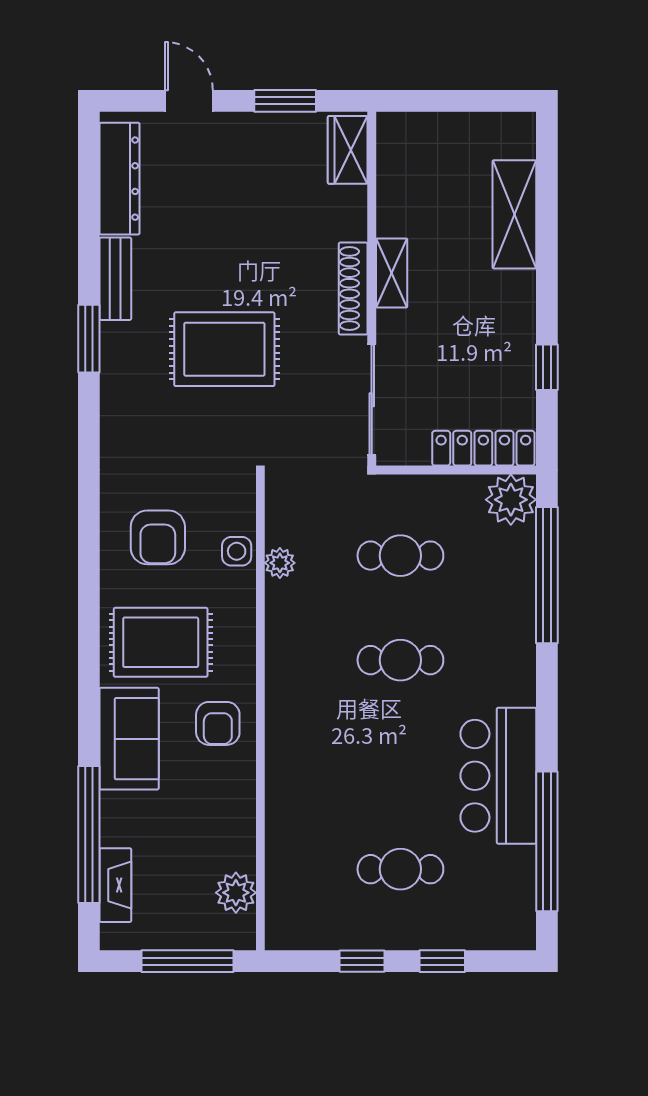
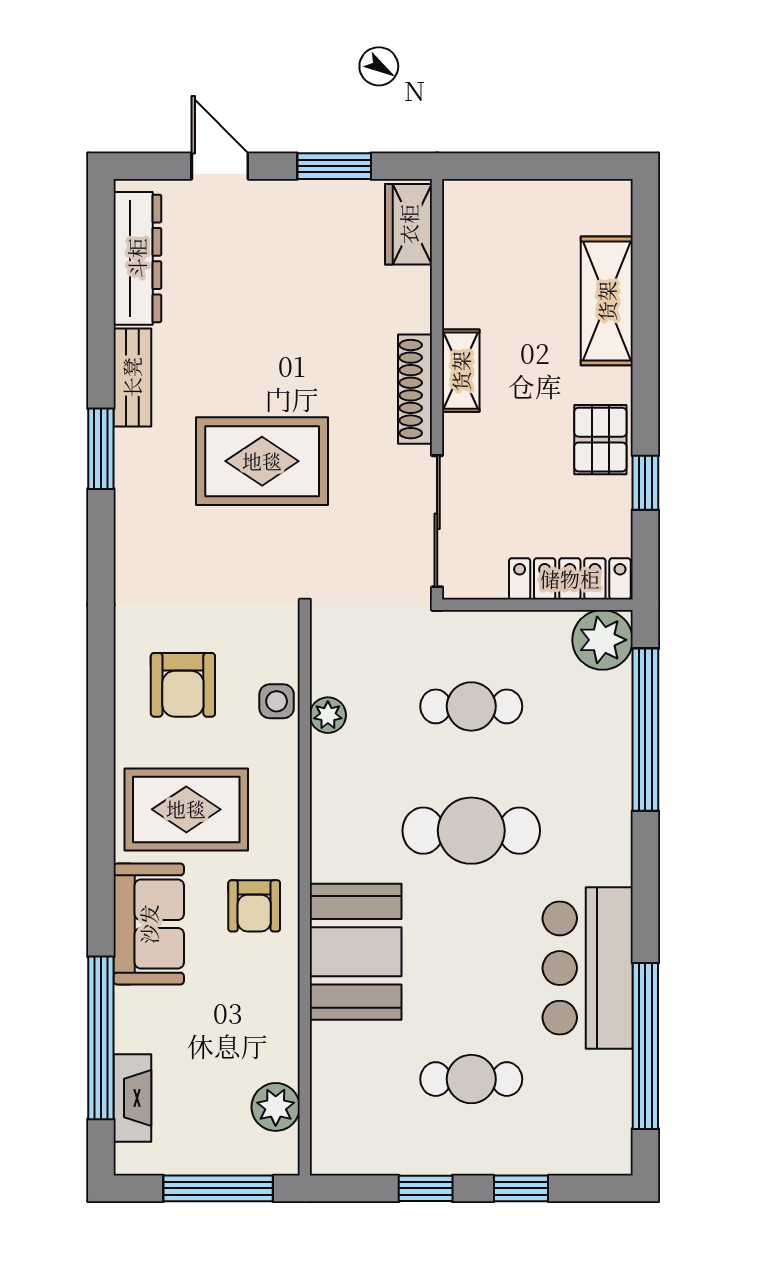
pallet: (509, 331) -> (600, 440), added
cafe table: (400, 660) -> (471, 831), width x1.37, depth x1.35
booth: (303, 762) -> (356, 952), added

